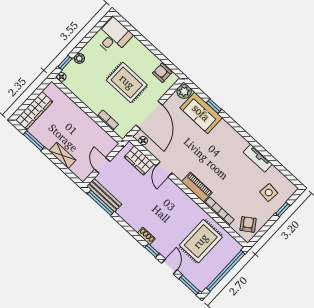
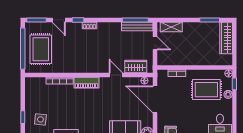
rug: (127, 82) -> (206, 90), moved
shelving: (62, 155) -> (171, 27), moved
armchair: (248, 224) -> (35, 89), removed
rug: (201, 241) -> (41, 49), moved

